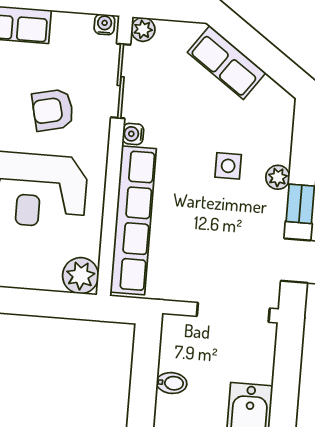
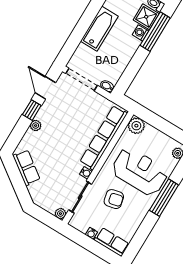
water cooler: (104, 24) -> (91, 233), moved
row of seats: (227, 63) -> (27, 168), moved
side table: (228, 166) -> (54, 140), removed
bidet: (172, 383) -> (107, 86), moved

